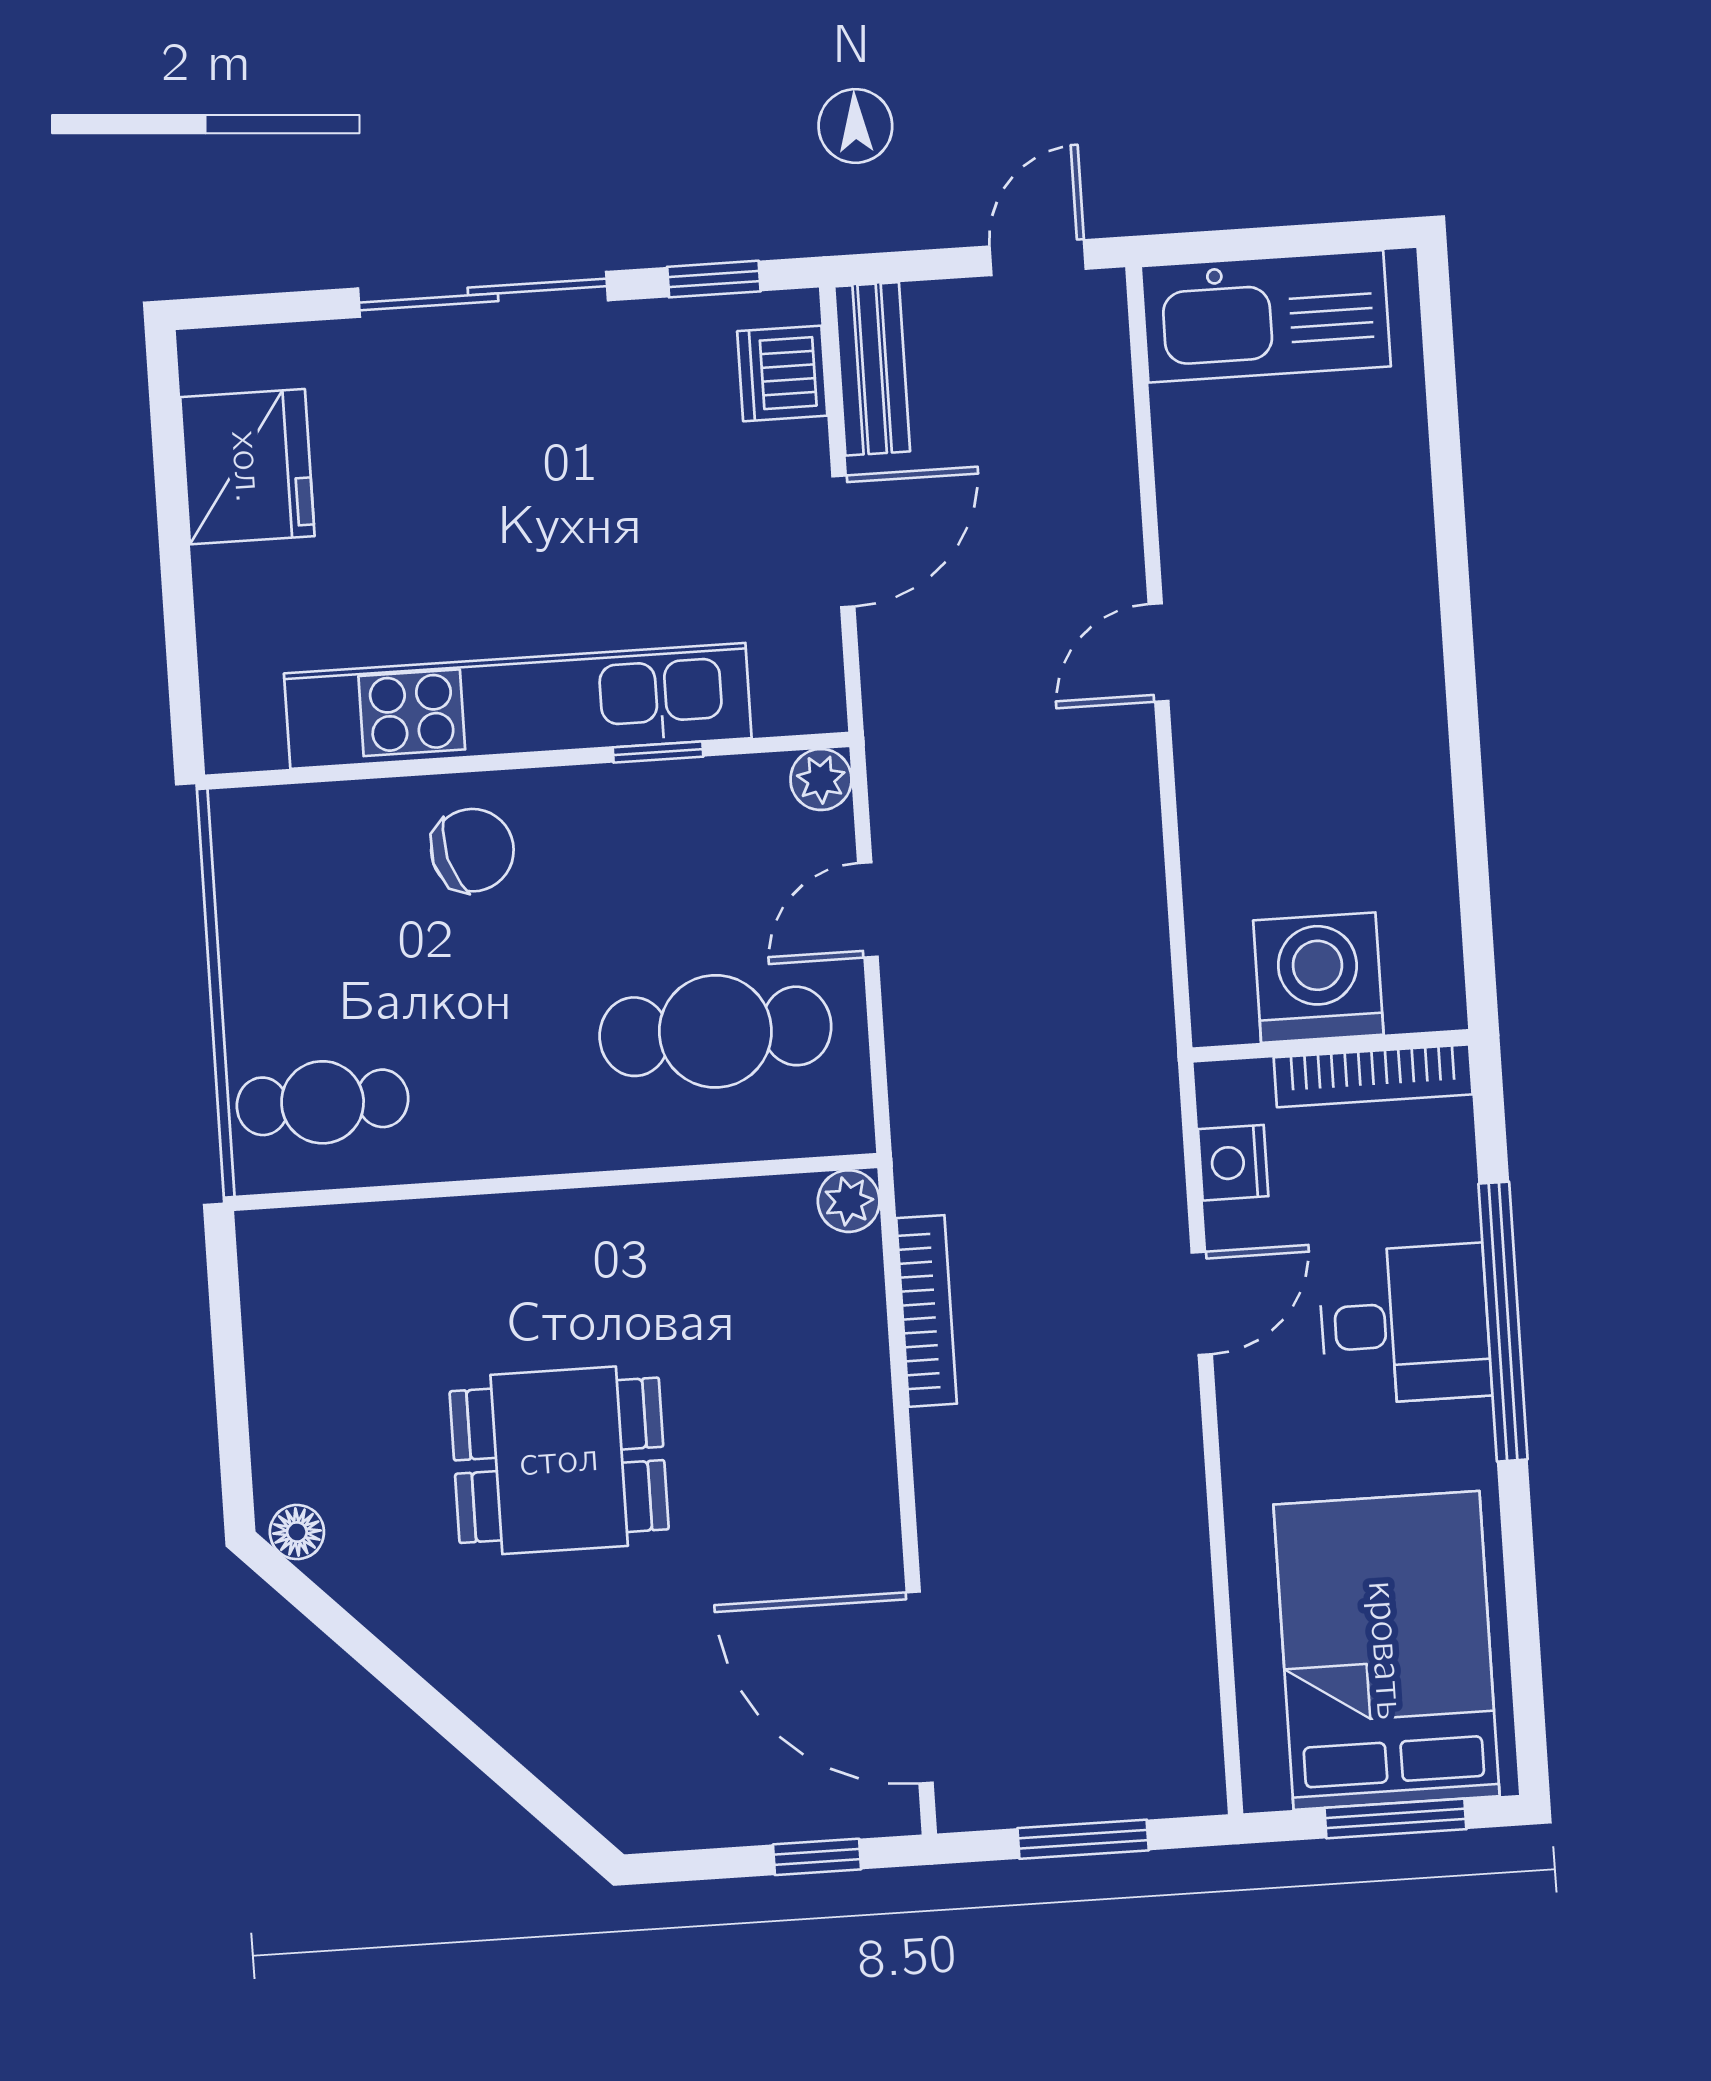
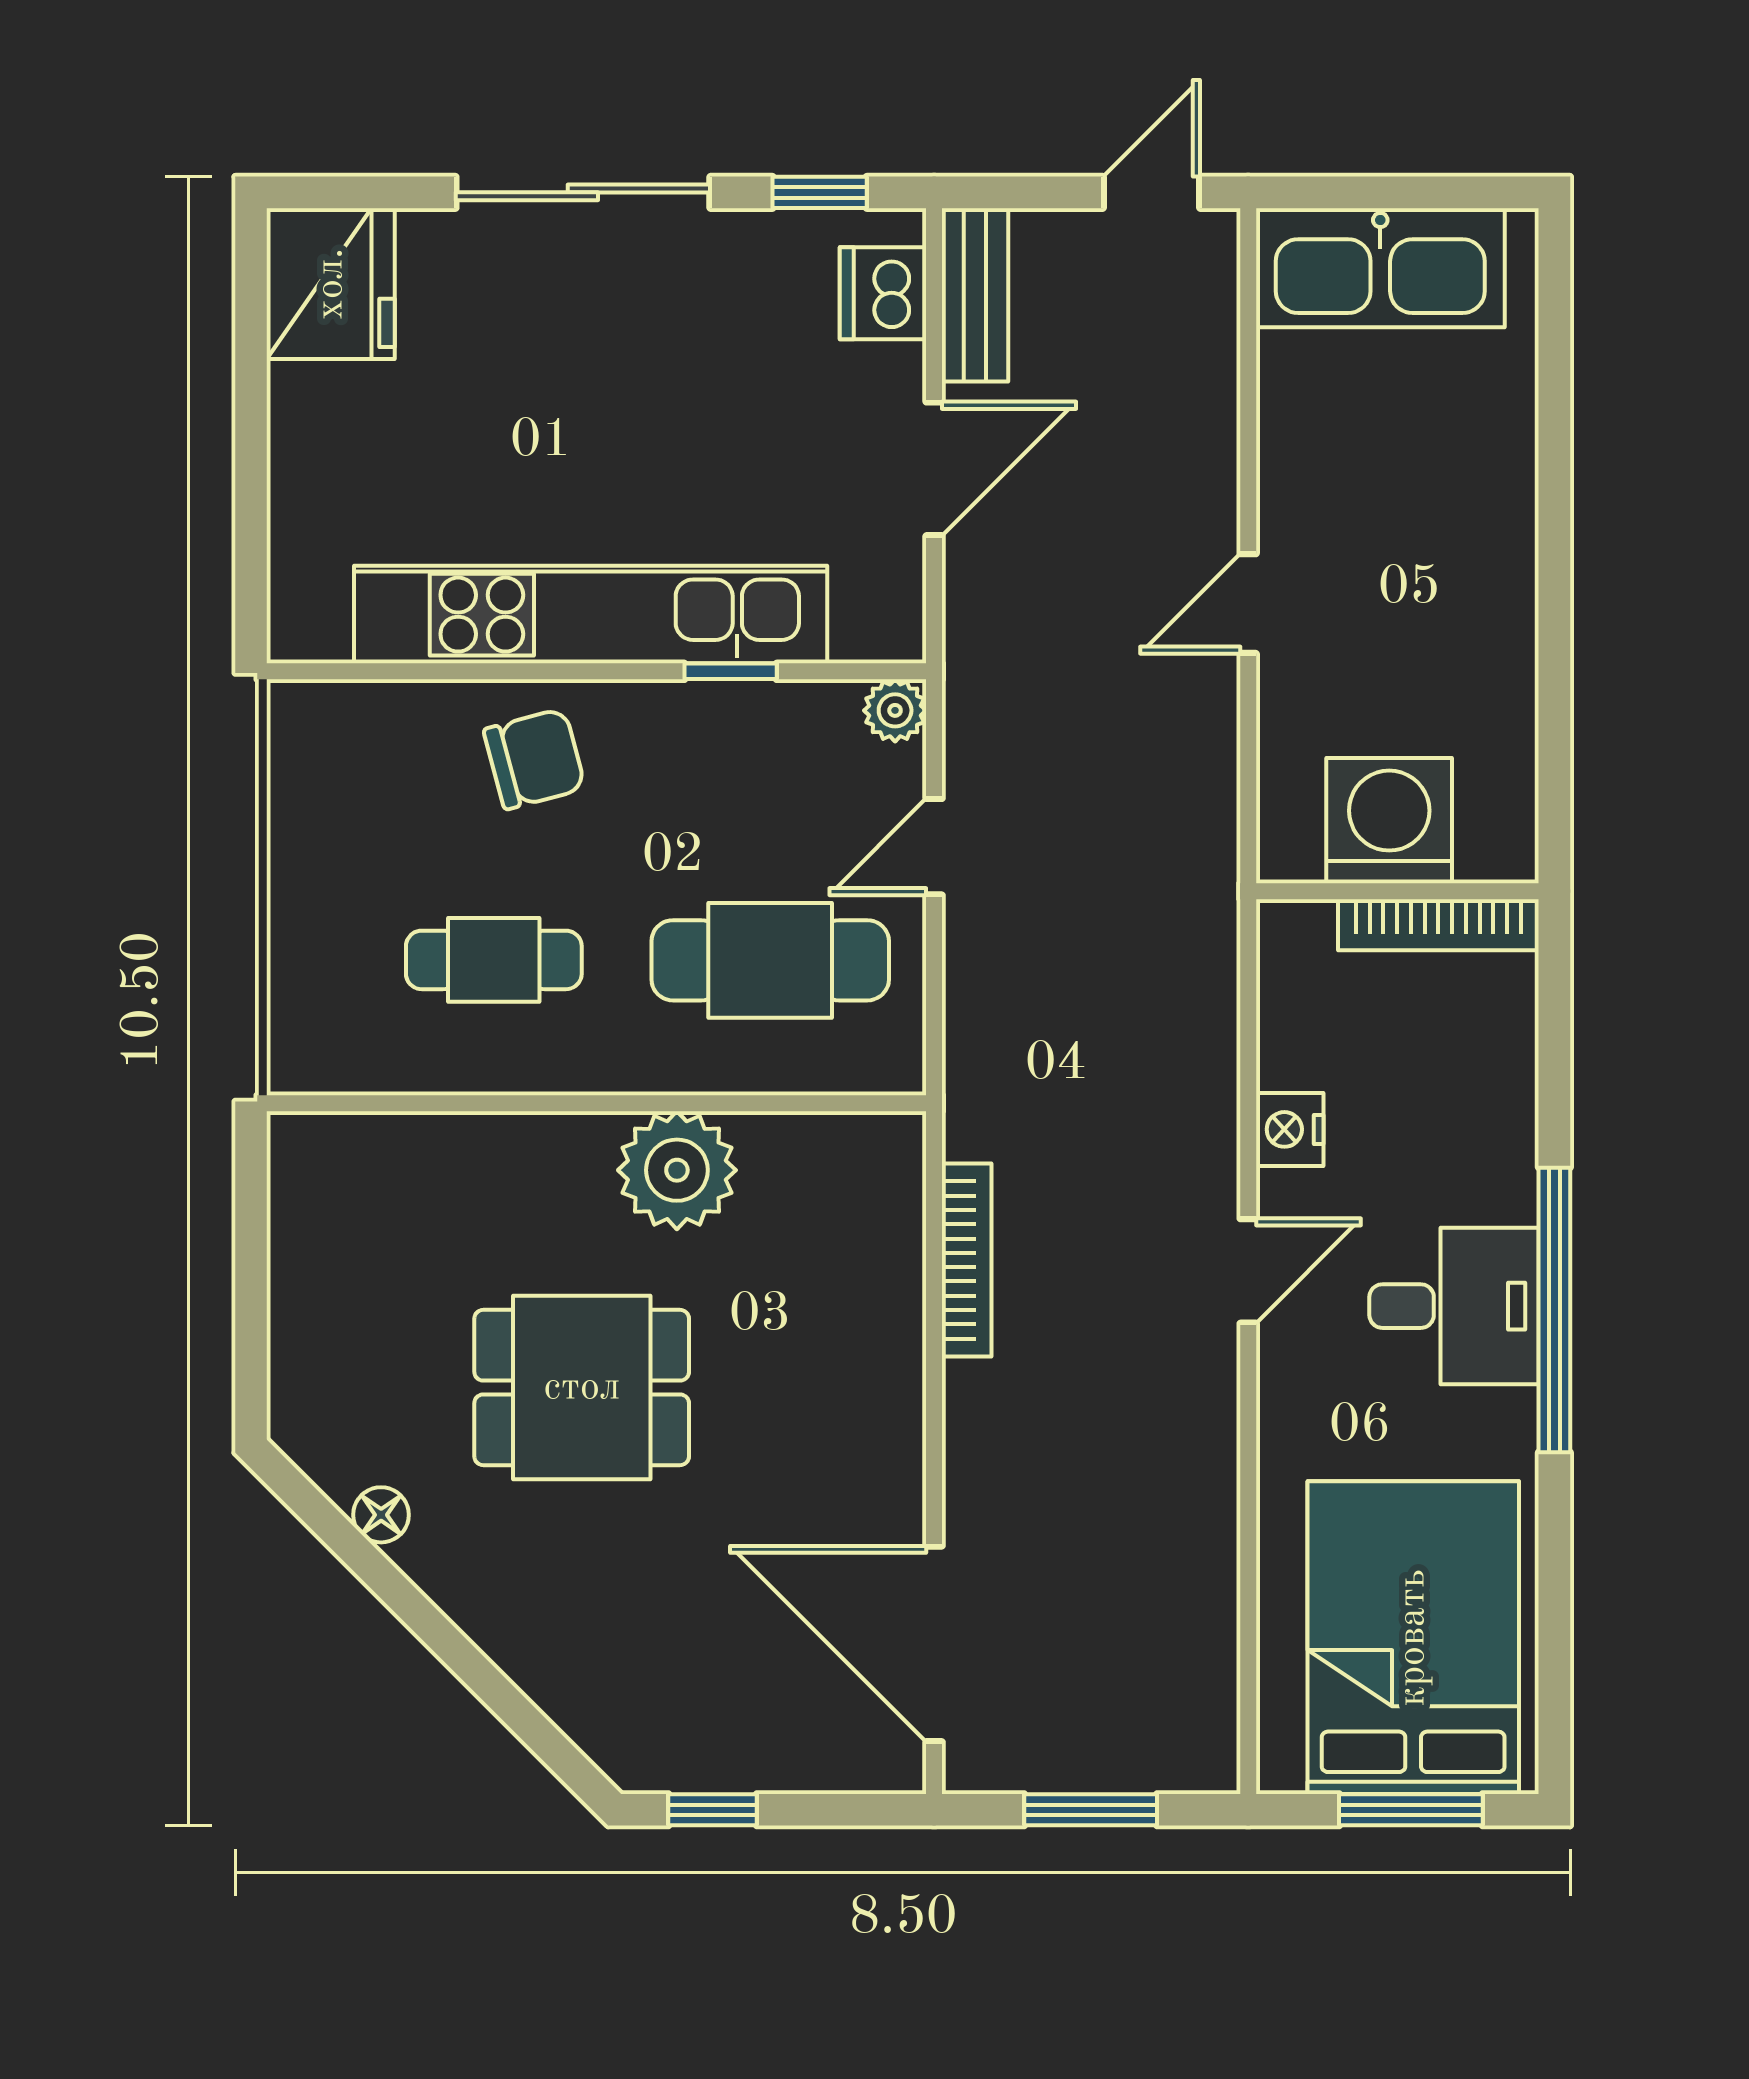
fridge: (247, 467) -> (331, 284), moved
washing machine: (1318, 978) -> (1389, 821), moved
wall: (1331, 1046) -> (1397, 891), moved
bookcase: (1373, 1076) -> (1438, 925), moved
cafe table: (323, 1102) -> (494, 960), moved
plant: (849, 1201) -> (677, 1170), moved, width x1.88, depth x1.88
floor lamp: (297, 1532) -> (381, 1515), moved
window: (817, 1857) -> (713, 1810), moved

